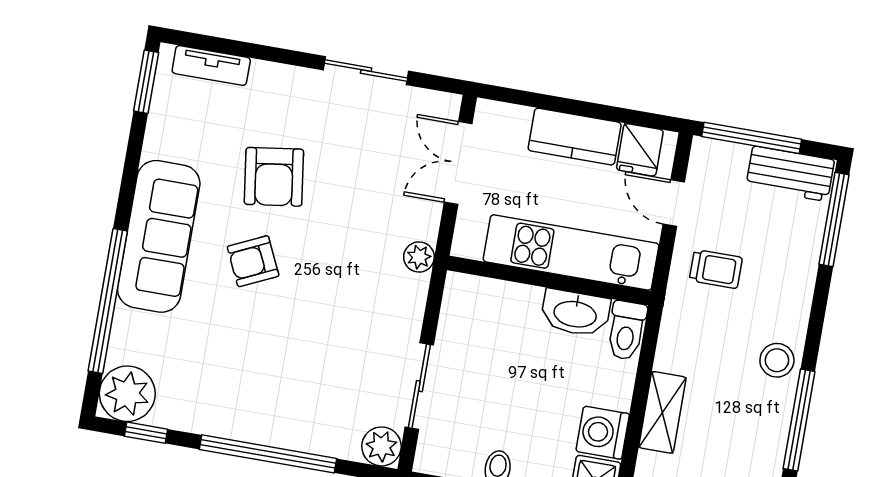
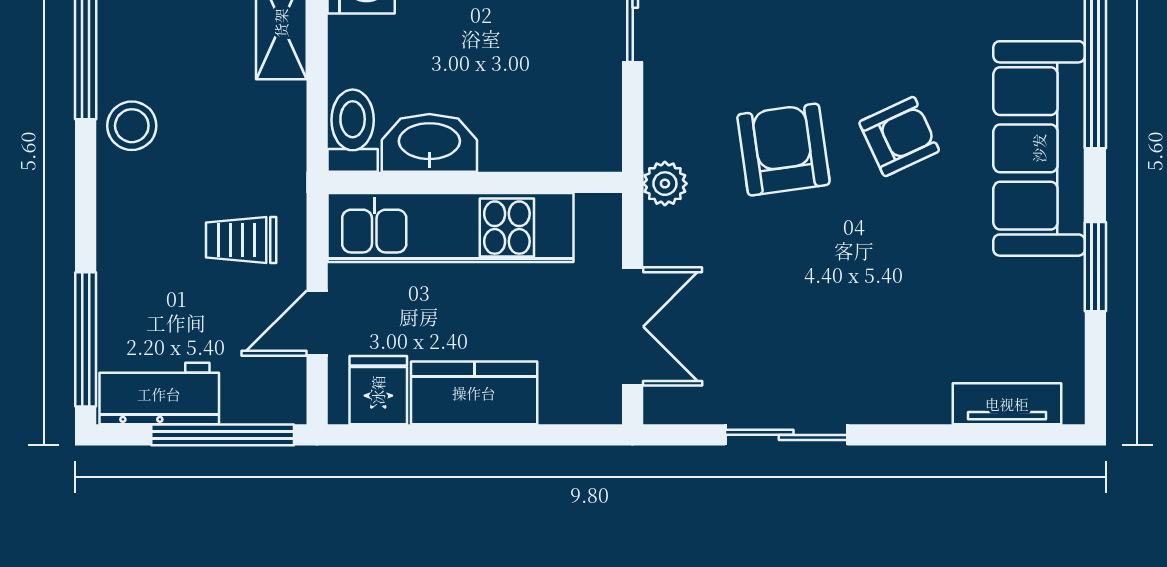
window: (146, 82) -> (1095, 267), moved
armchair: (274, 177) -> (783, 150), moved
door: (674, 203) -> (317, 323), swing flipped

